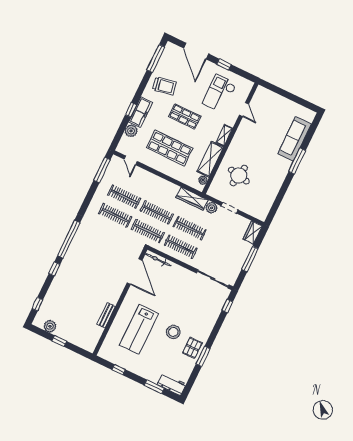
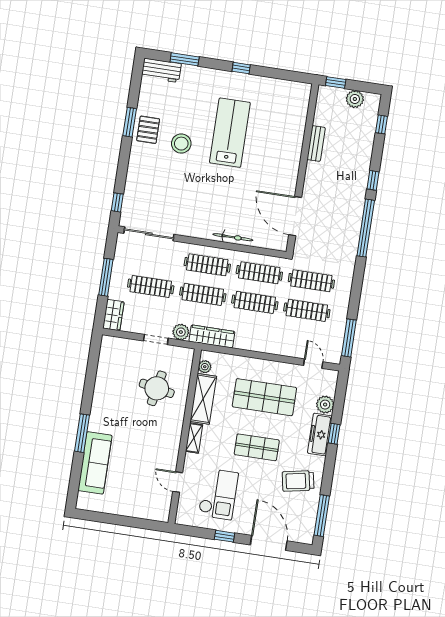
clothes rail: (222, 244) -> (151, 286), added
door: (135, 272) -> (295, 216), moved
wall: (120, 302) -> (303, 168), moved
bench: (106, 315) -> (316, 144), moved

